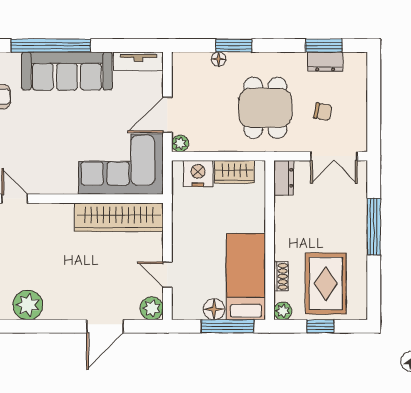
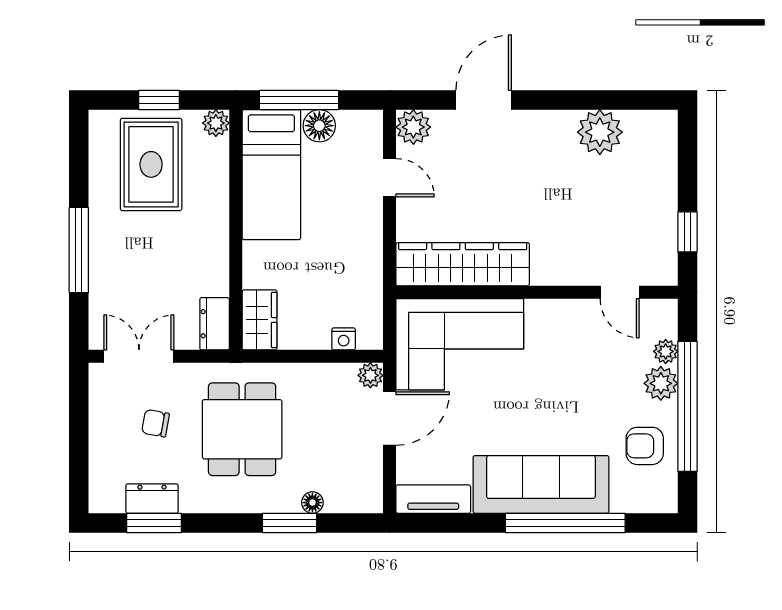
wardrobe: (234, 172) -> (260, 320), moved, turned 90
nightstand: (198, 174) -> (344, 339), width x0.53, depth x0.56
shoe rack: (281, 276) -> (219, 175), removed

